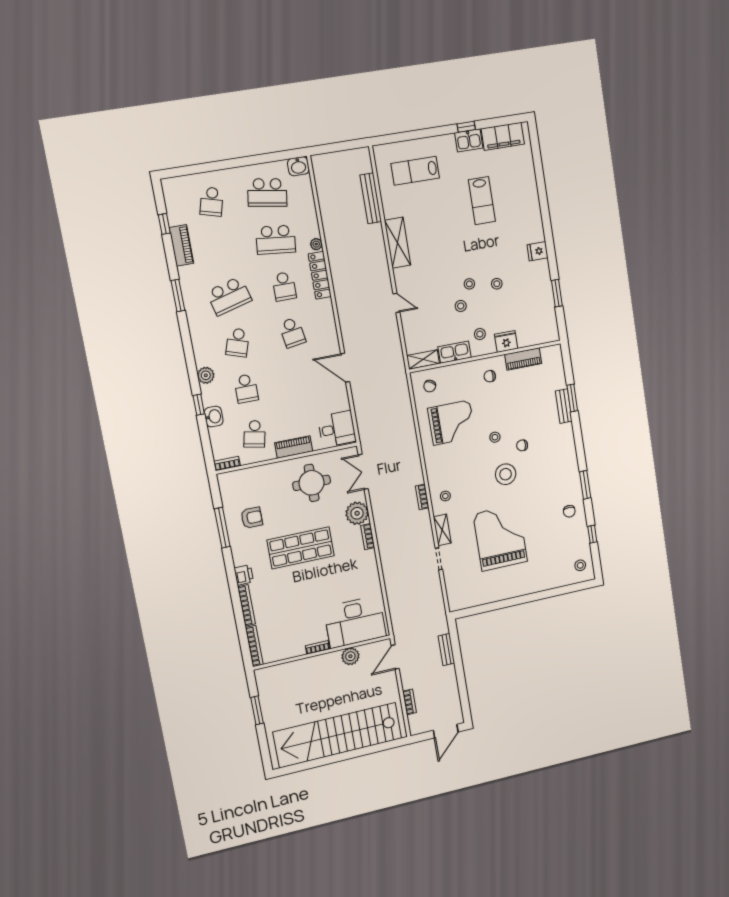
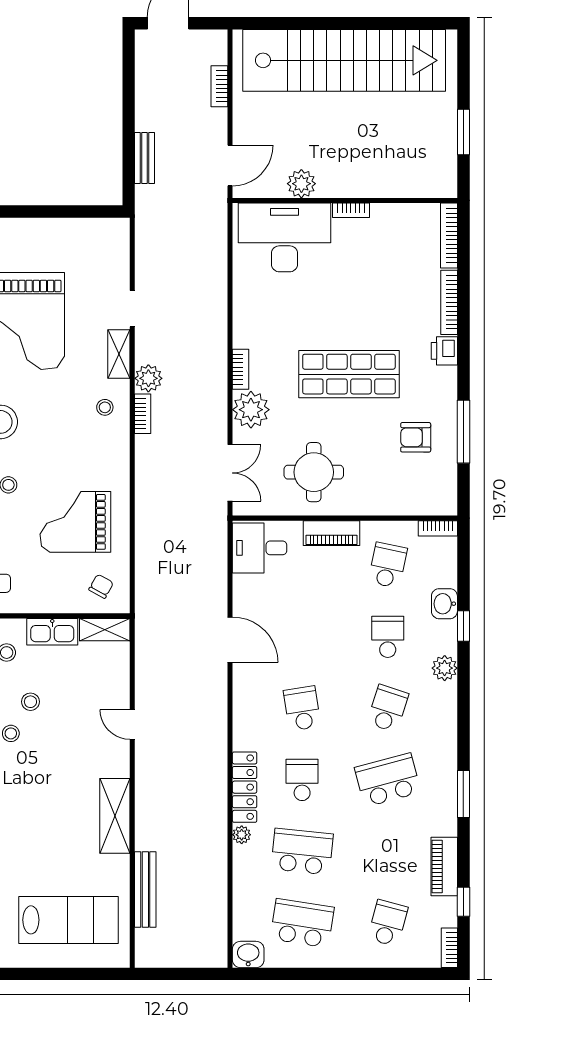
lab bench: (415, 171) -> (69, 920), width x1.36, depth x1.39
bookcase: (168, 192) -> (449, 948), added
plant: (422, 519) -> (148, 378), added

